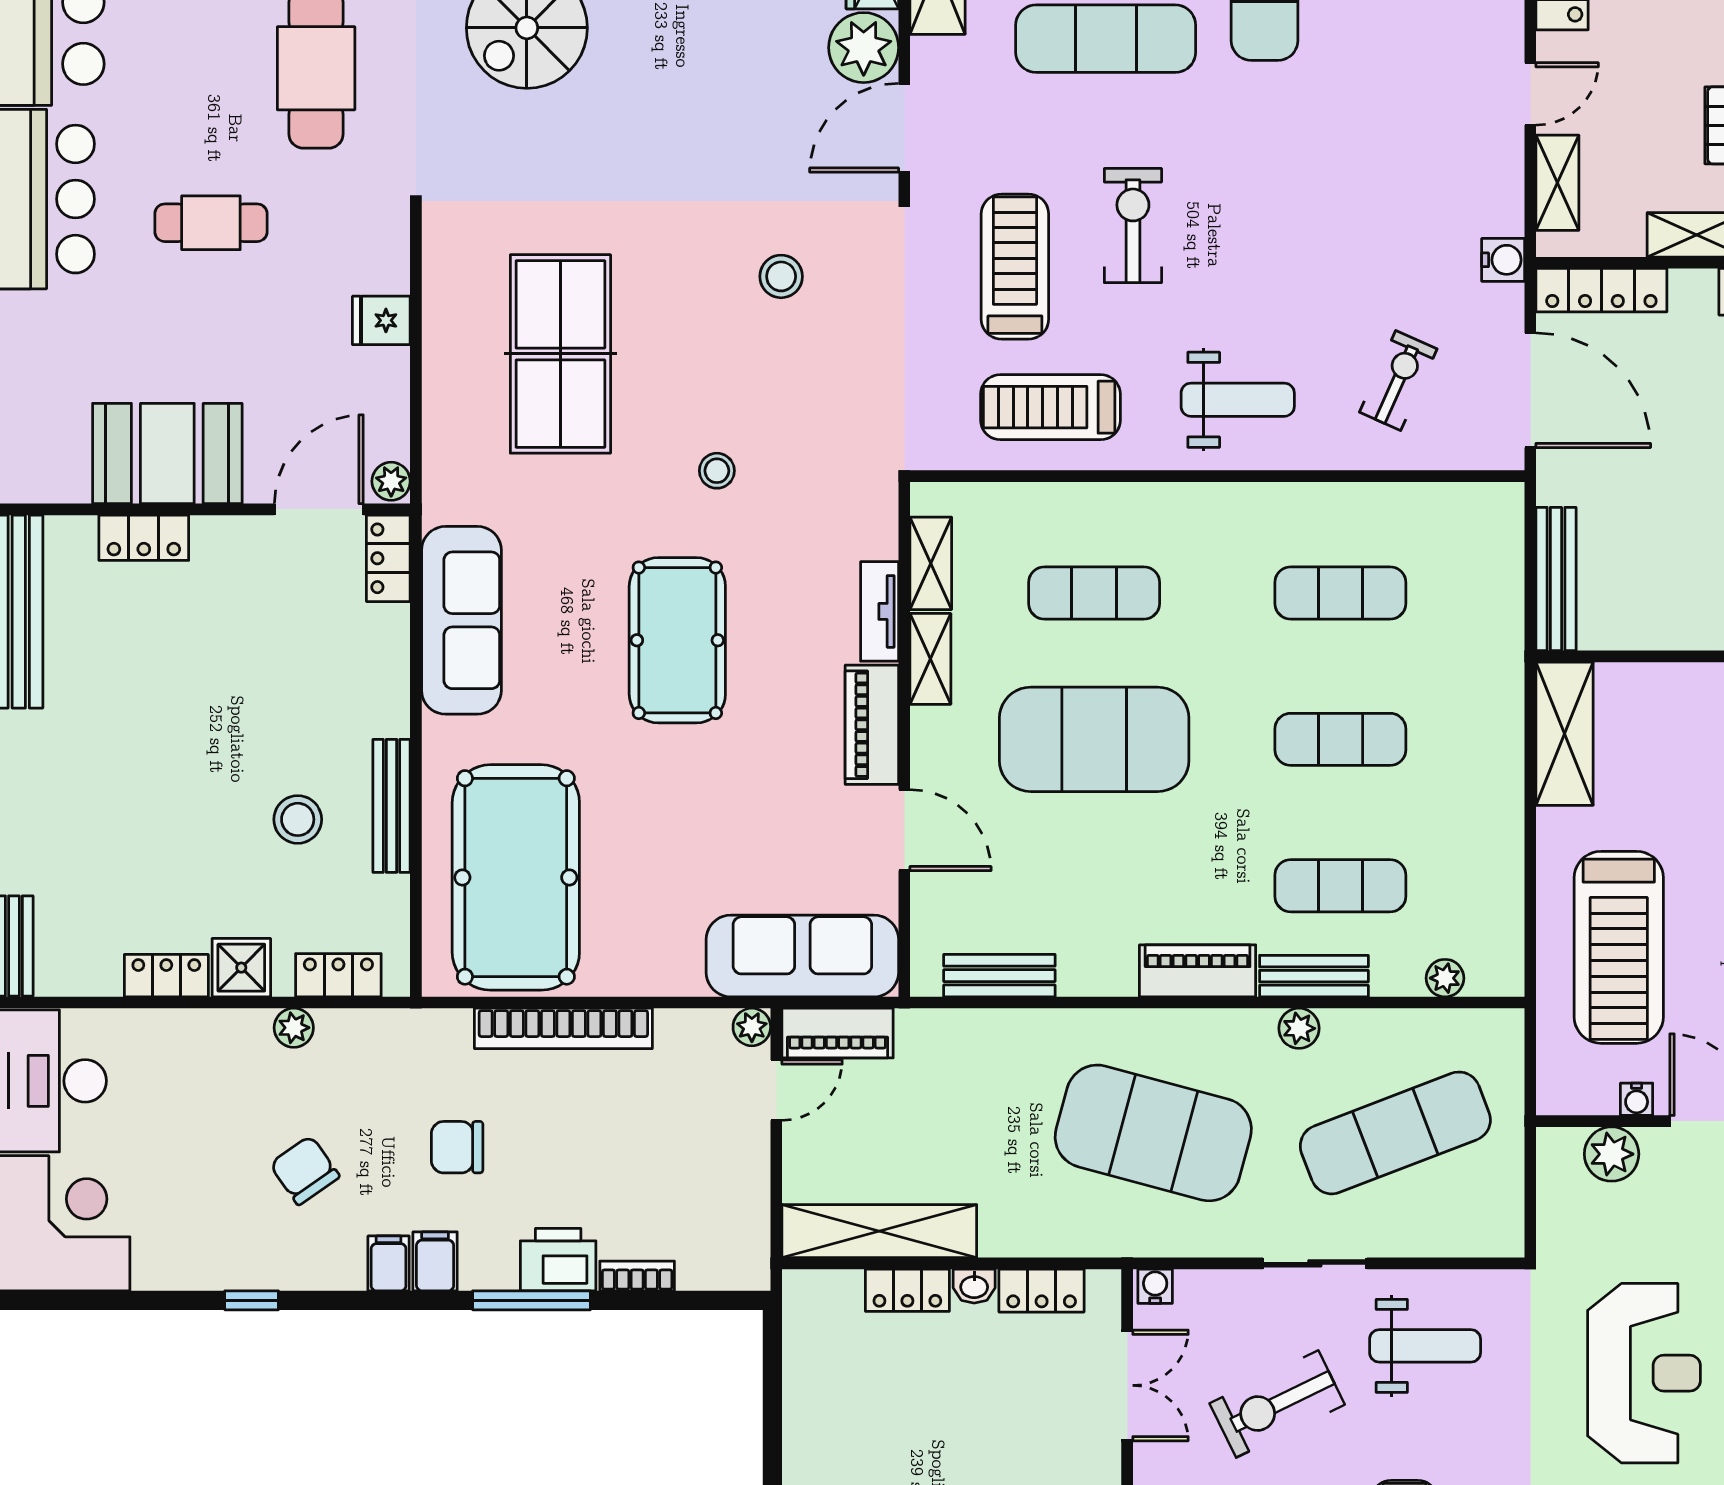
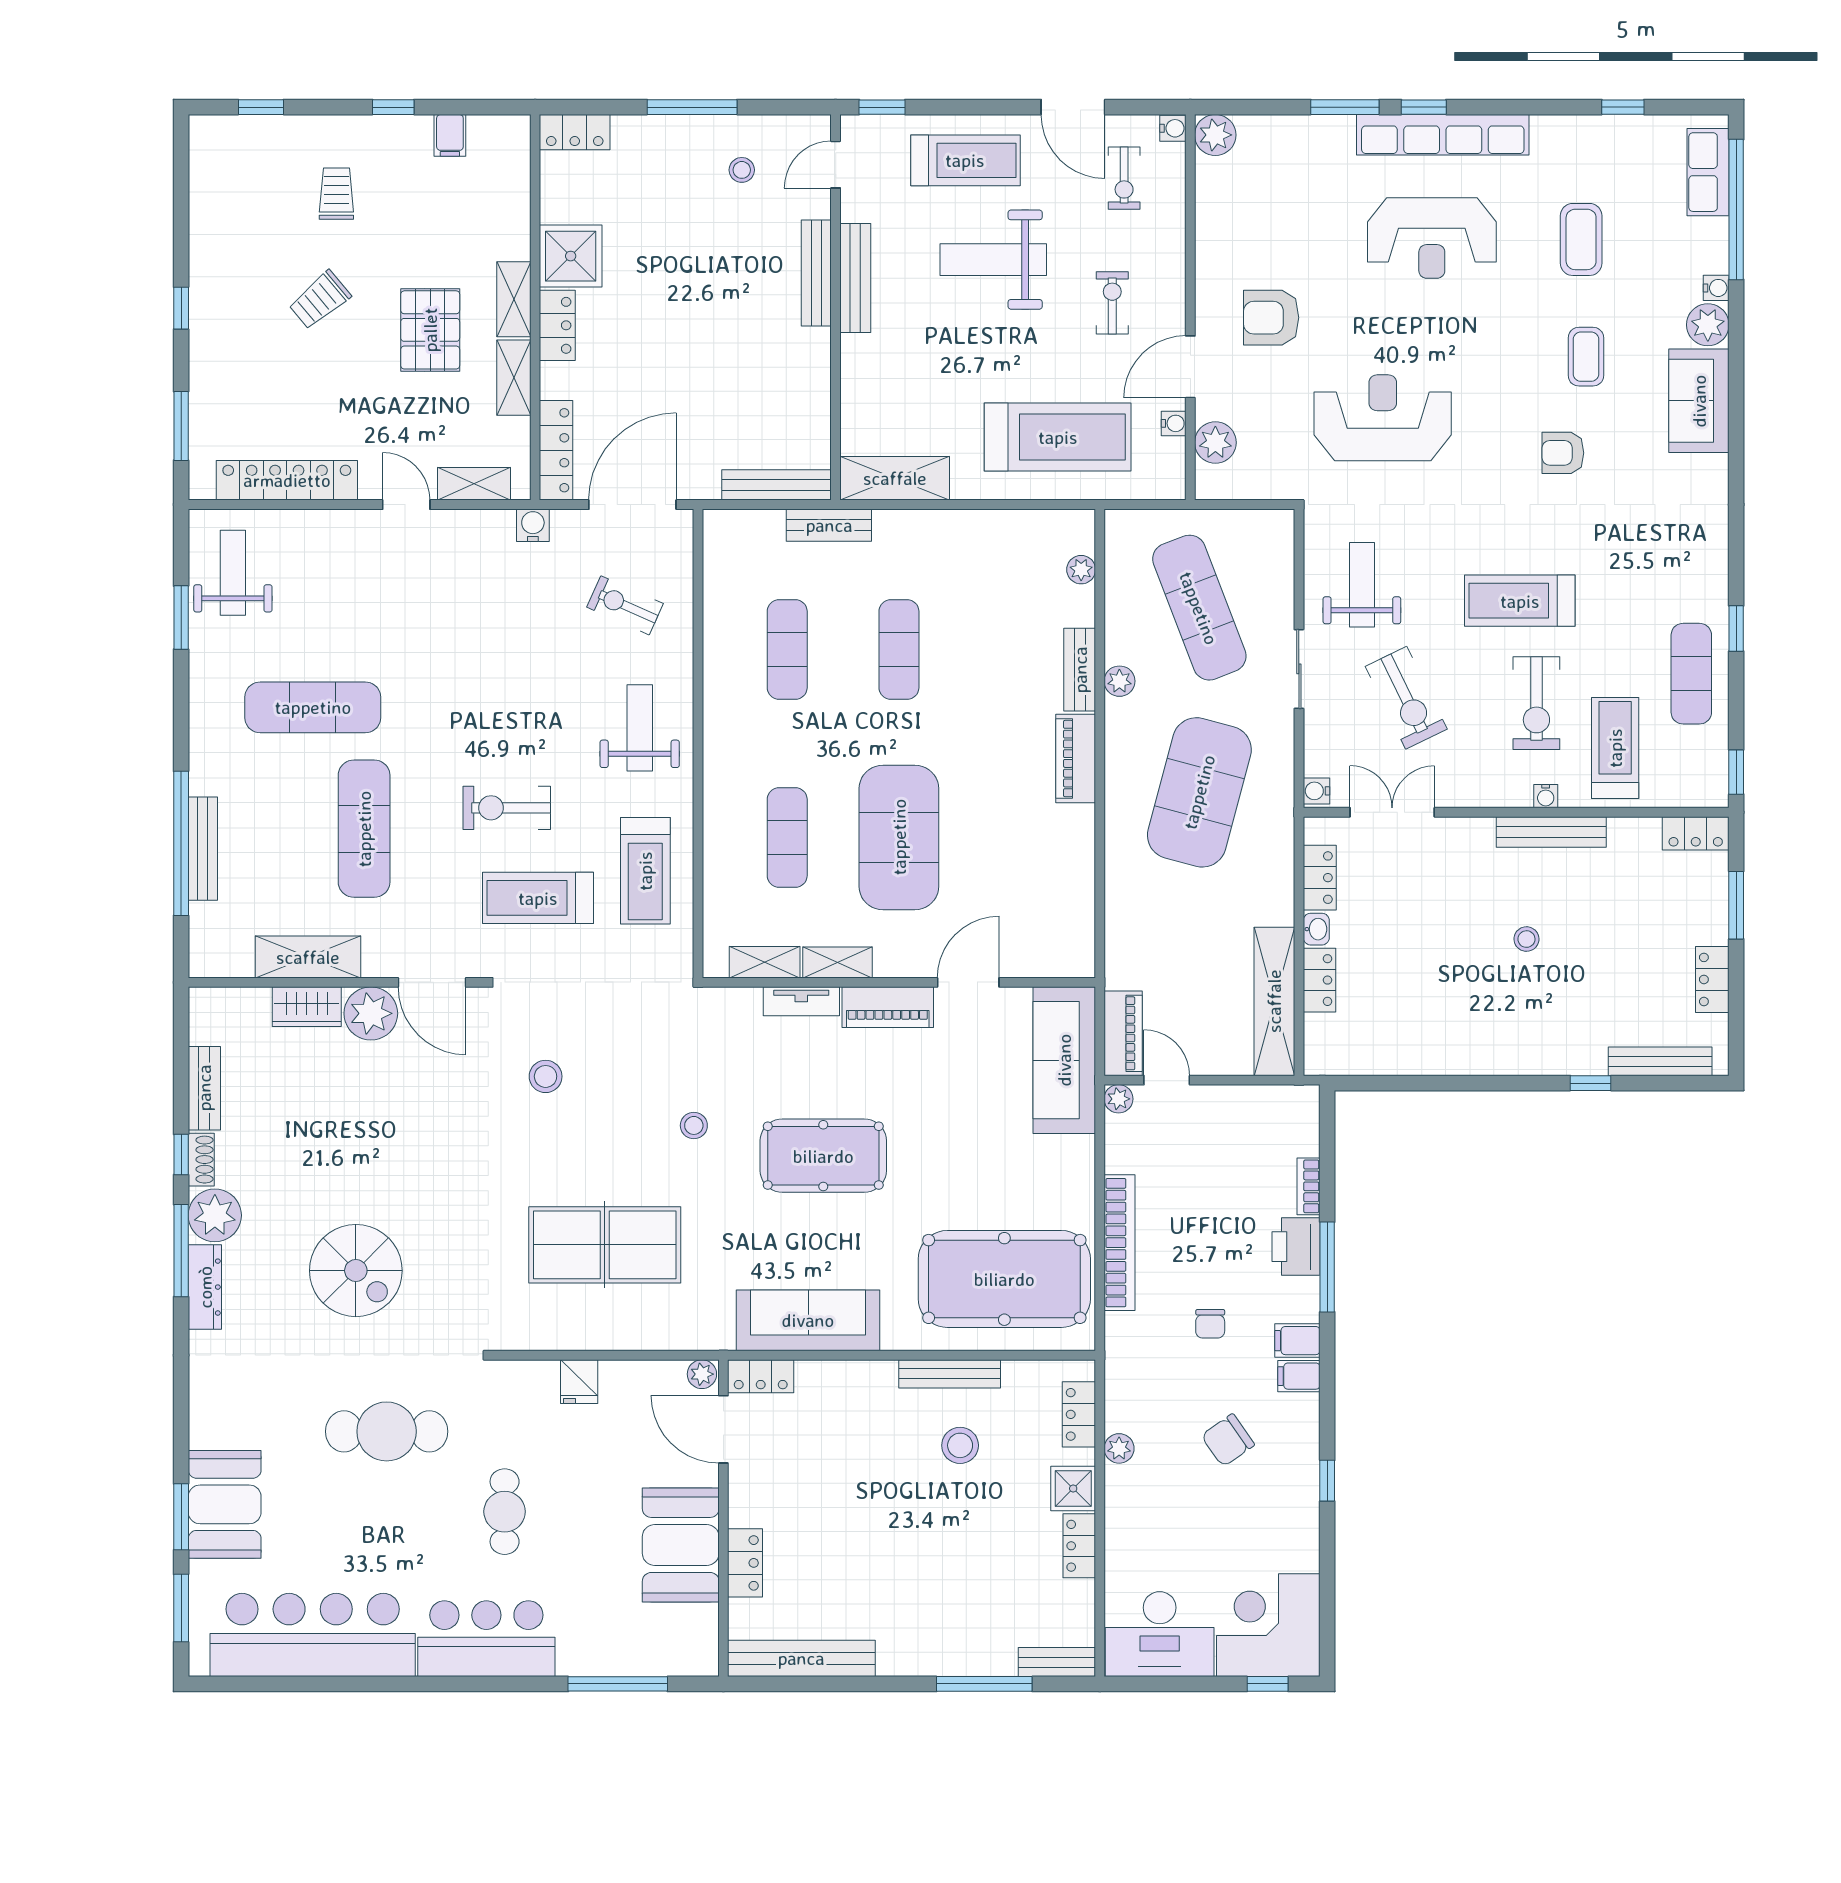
exercise mat: (1340, 886) -> (1011, 649), removed
bench: (999, 976) -> (829, 525), moved, turned 90
chair: (457, 1147) -> (1210, 1324), width x0.73, depth x0.73

